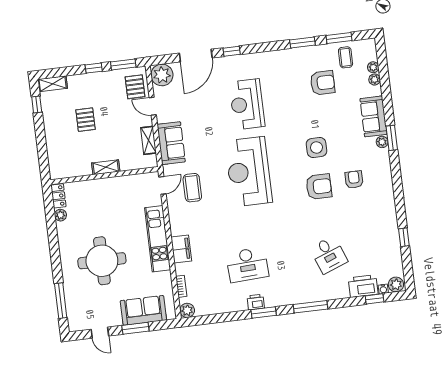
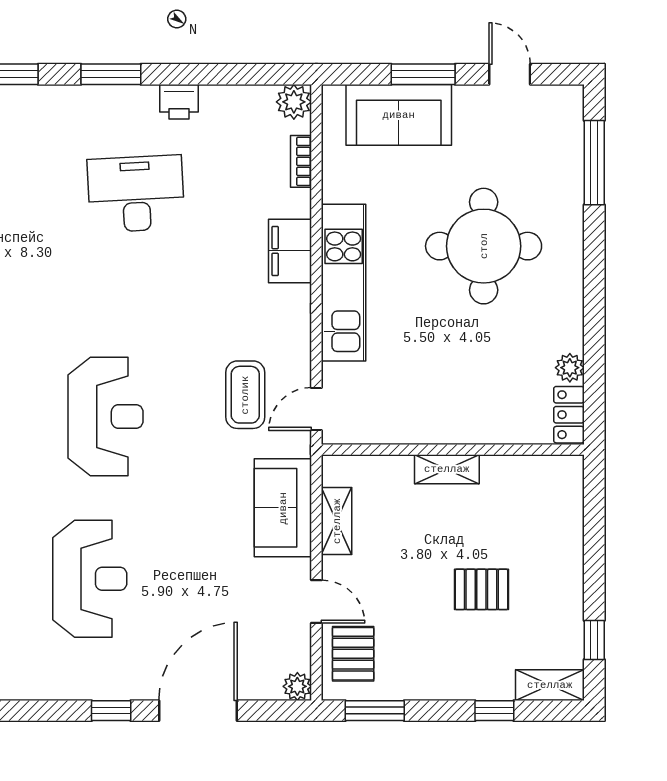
window: (94, 68) -> (494, 711), moved
plant: (162, 75) -> (297, 686), width x0.53, depth x0.53
pallet: (86, 120) -> (481, 589), turned 90
reception desk: (249, 172) -> (105, 417), width x0.74, depth x0.77
printer: (256, 302) -> (179, 102), moved

